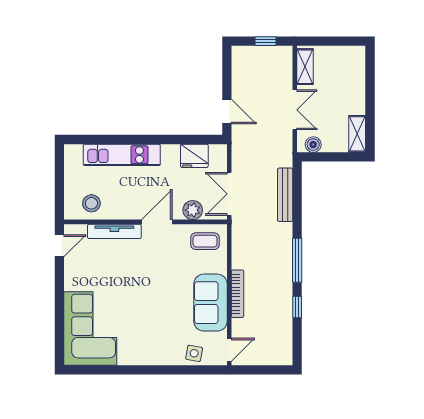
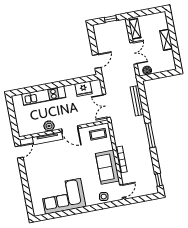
door: (227, 112) -> (97, 61), hinge flipped
shelving: (357, 134) -> (166, 40), moved
stool: (91, 203) -> (32, 125), removed
plant: (193, 210) -> (49, 126), moved
door: (157, 222) -> (70, 129), swing flipped
window: (297, 307) -> (159, 180), moved
corner sofa: (90, 329) -> (63, 196), moved, turned -90

